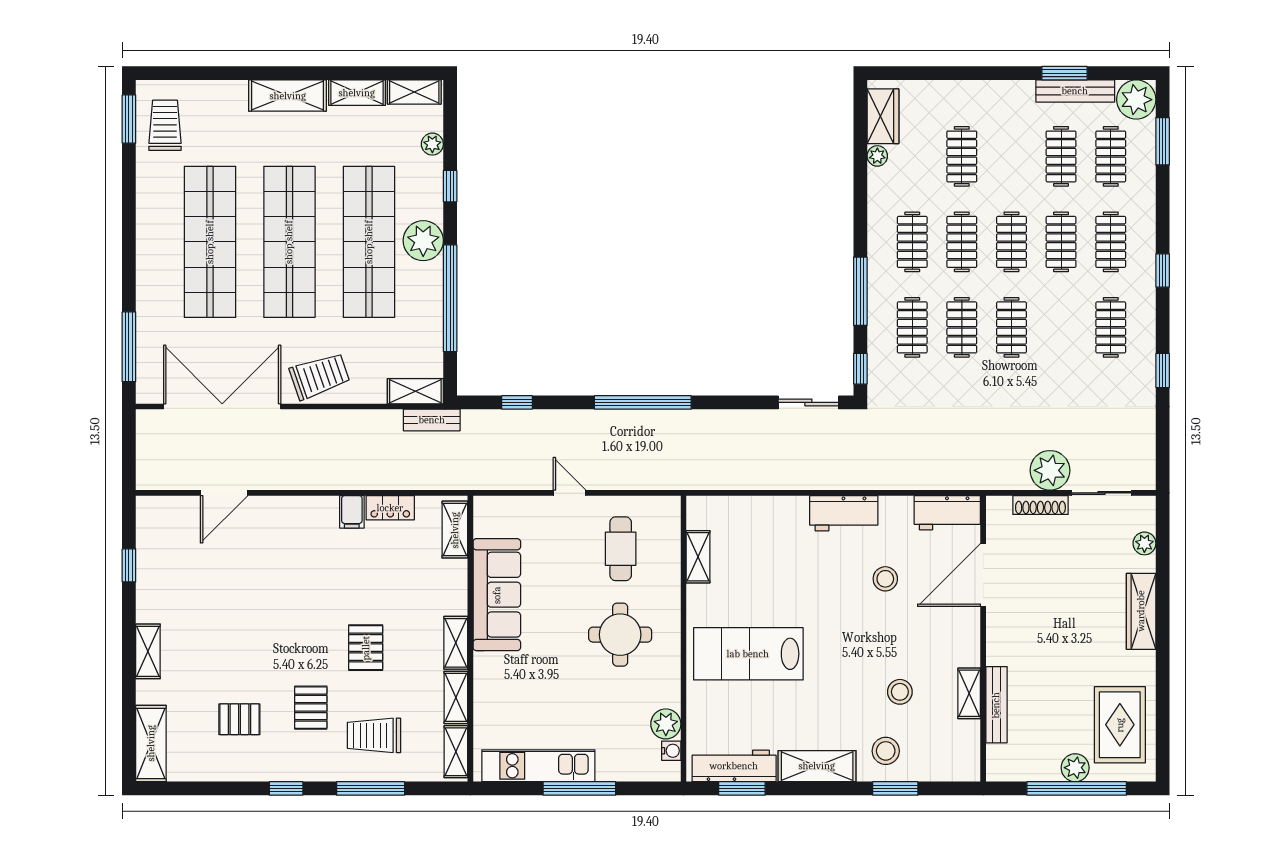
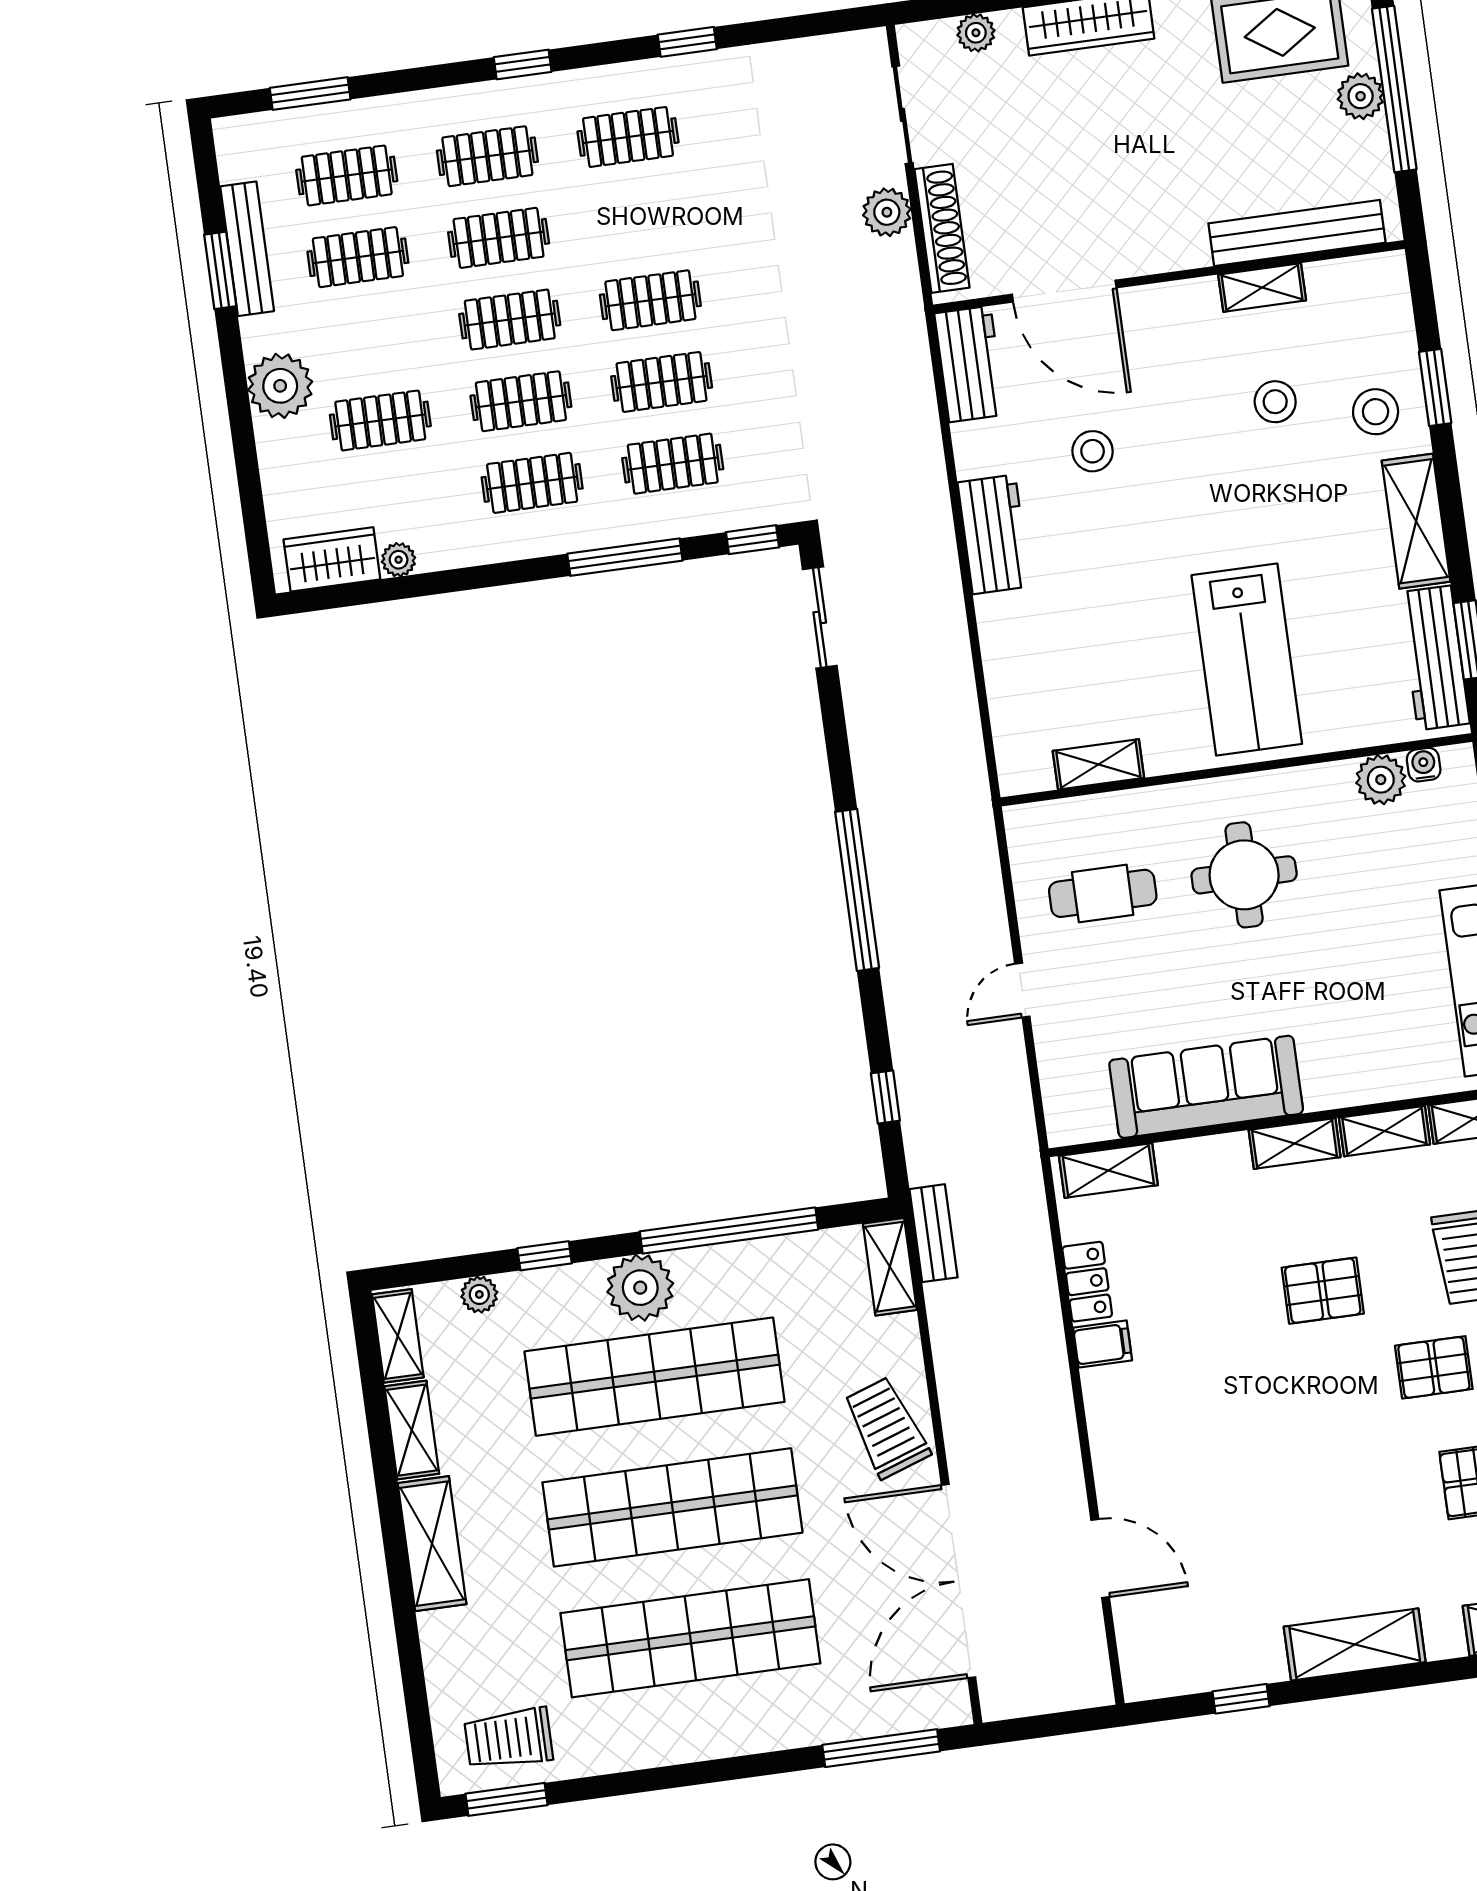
plant: (1136, 100) -> (280, 386), moved
plant: (1050, 470) -> (887, 212), width x0.73, depth x0.73
shoe rack: (1040, 505) -> (942, 228), width x1.36, depth x1.24
shelving: (148, 651) -> (1355, 1644), width x1.50, depth x1.33
bench: (996, 705) -> (1297, 233), width x1.37, depth x1.21

